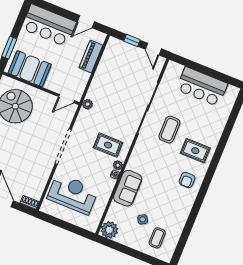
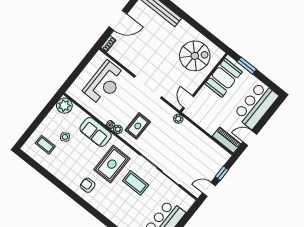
door: (86, 22) -> (250, 138), hinge flipped
piano: (91, 56) -> (227, 140), moved
rug: (195, 151) -> (112, 164), moved, width x1.36, depth x1.43

